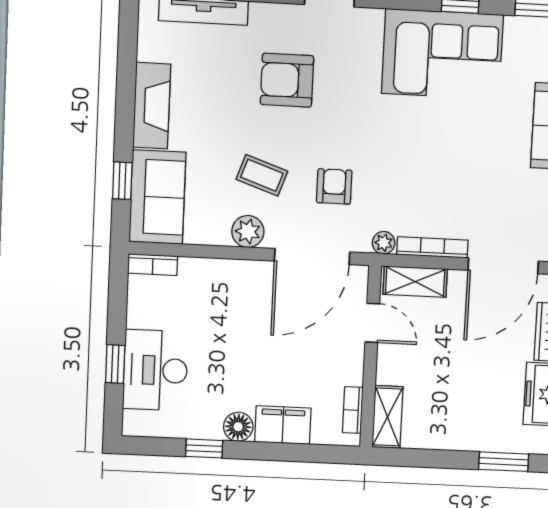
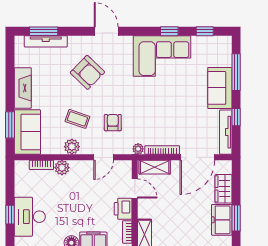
armchair: (287, 80) -> (87, 72), turned -136
window: (122, 181) -> (10, 125), width x1.50
door: (312, 257) -> (104, 157), width x0.53
bookcase: (153, 265) -> (41, 165), moved
plant: (226, 274) -> (62, 168), added
printer: (347, 363) -> (123, 209), added

